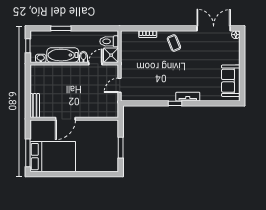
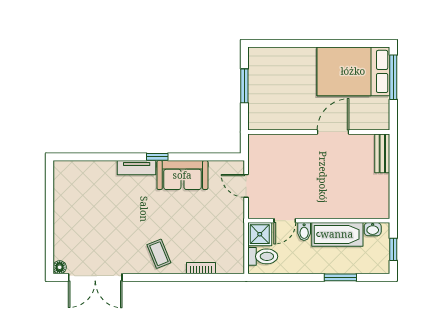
sofa: (231, 81) -> (182, 175), moved, turned 90
door: (120, 85) -> (246, 186), swing flipped

